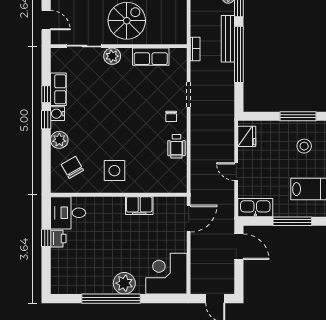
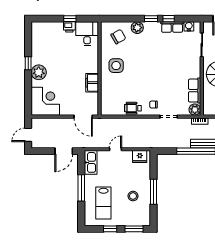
plant: (112, 56) -> (195, 110), moved
water cooler: (57, 114) -> (189, 26), moved
window: (111, 299) -> (28, 63), width x0.32

